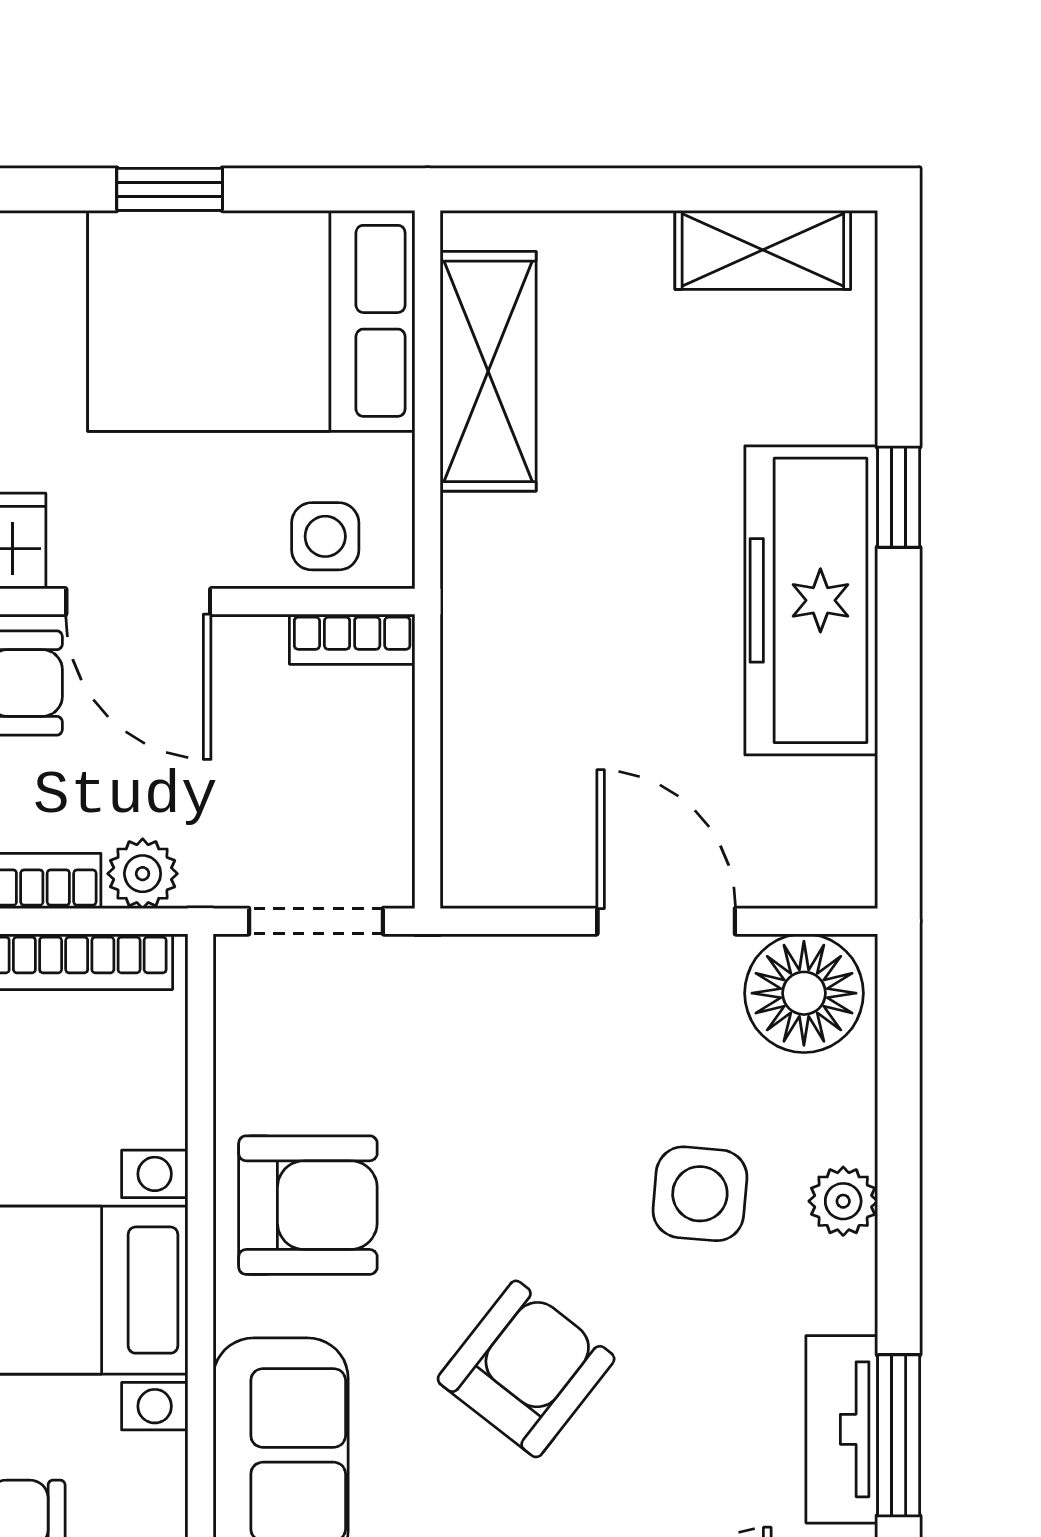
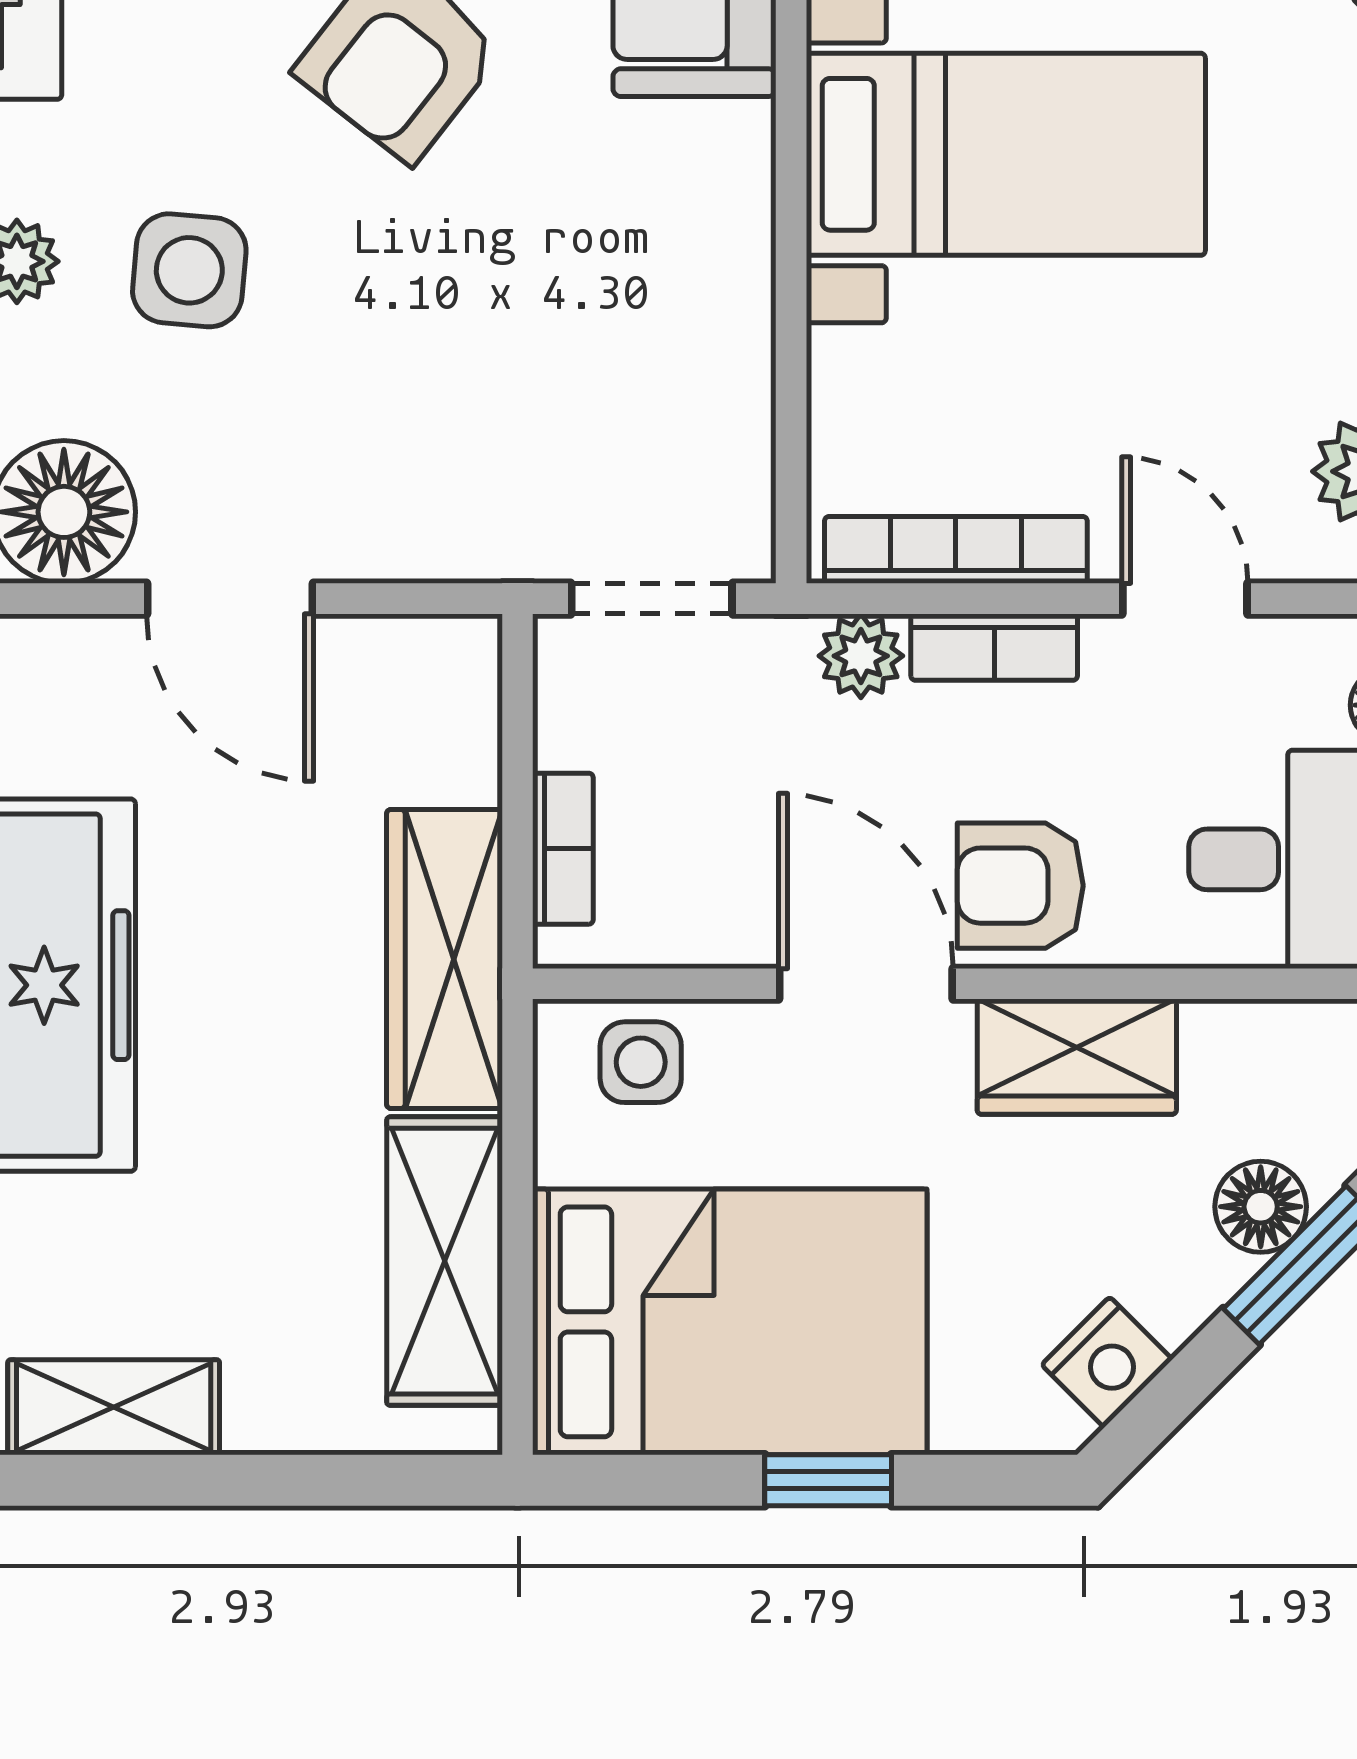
wardrobe: (488, 622) -> (444, 959), added
bookcase: (352, 639) -> (563, 849), moved, turned 90
armchair: (308, 1205) -> (662, 257), removed

